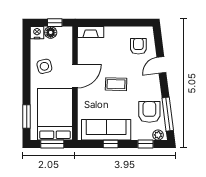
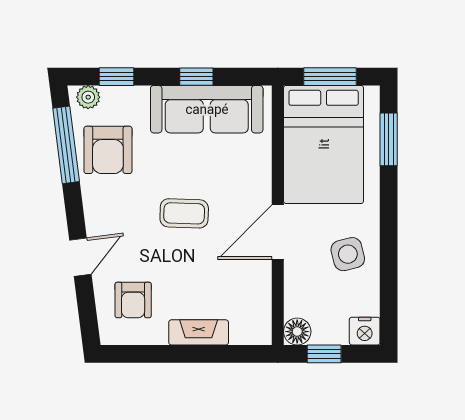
floor lamp: (51, 32) -> (297, 332), moved
fireplace: (91, 32) -> (199, 332), moved

